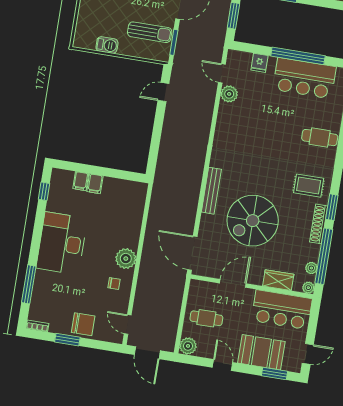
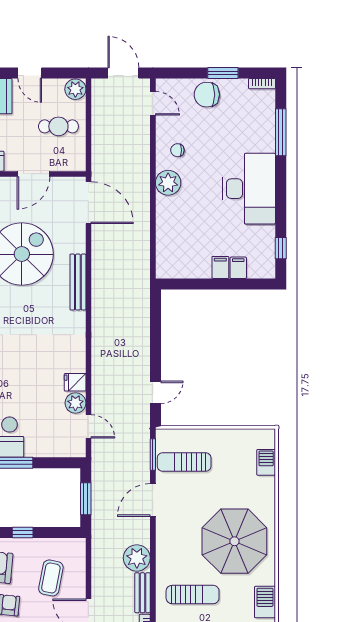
barbecue: (107, 45) -> (266, 462), moved, turned 90
fridge: (259, 63) -> (75, 382), moved, turned -90

